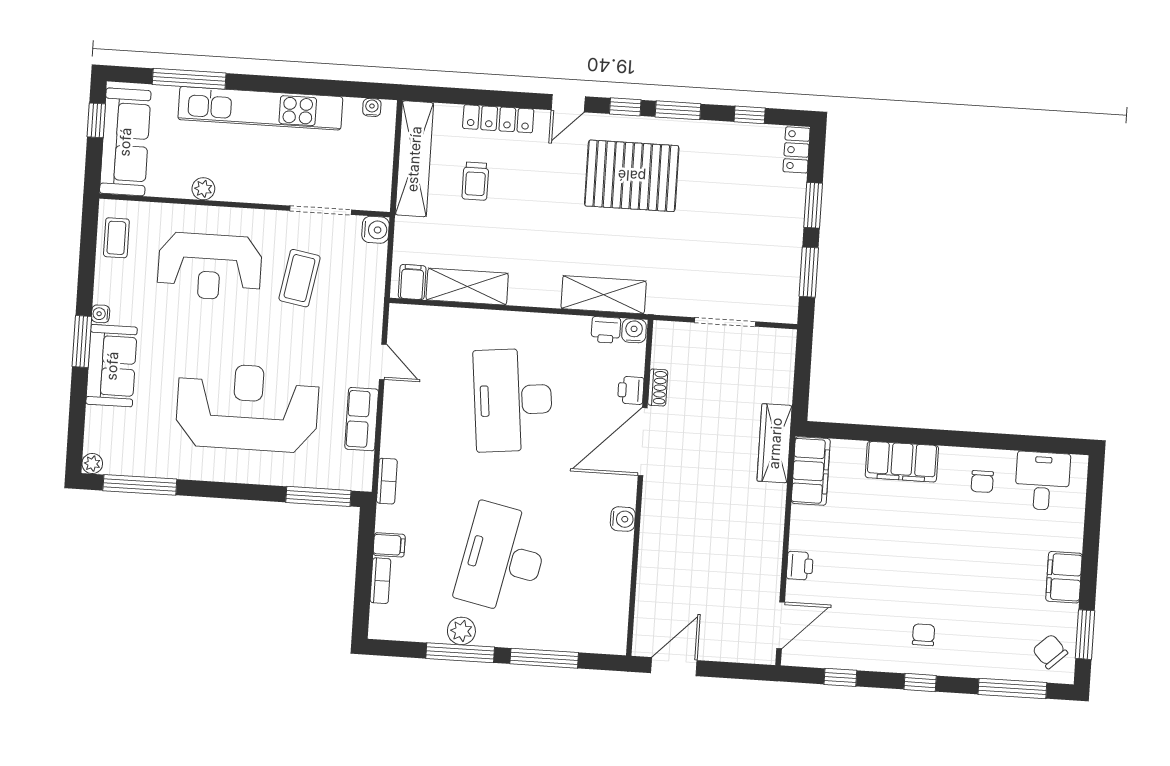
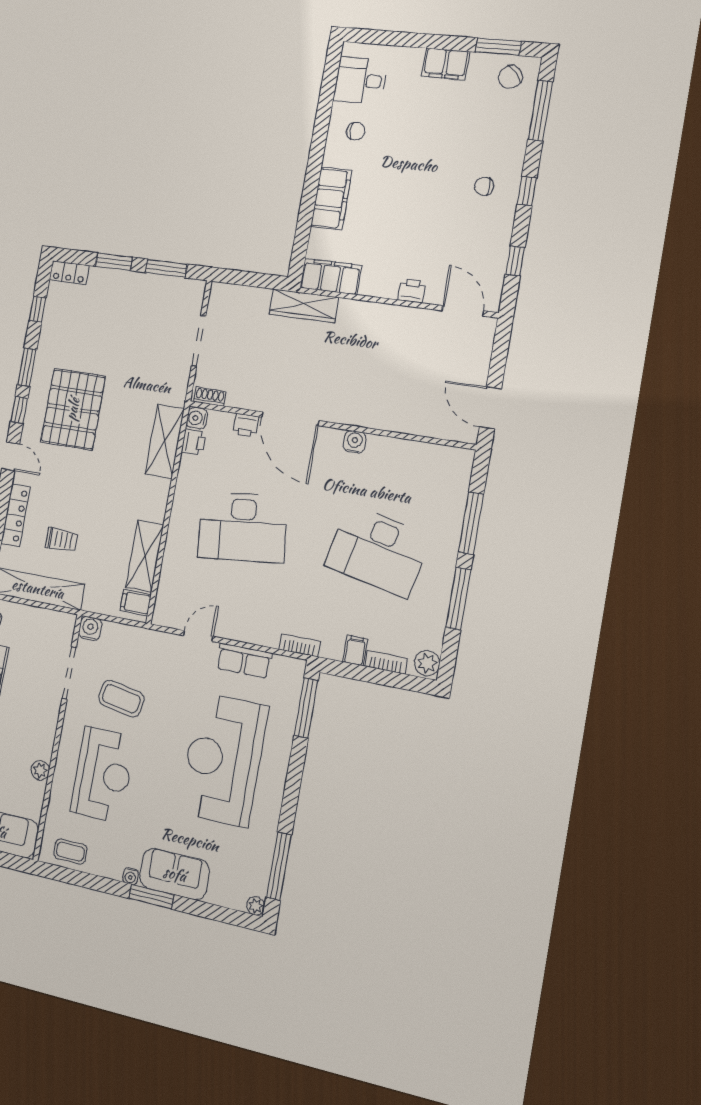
shoe rack: (658, 388) -> (210, 397), moved
plant: (461, 631) -> (427, 663), moved

